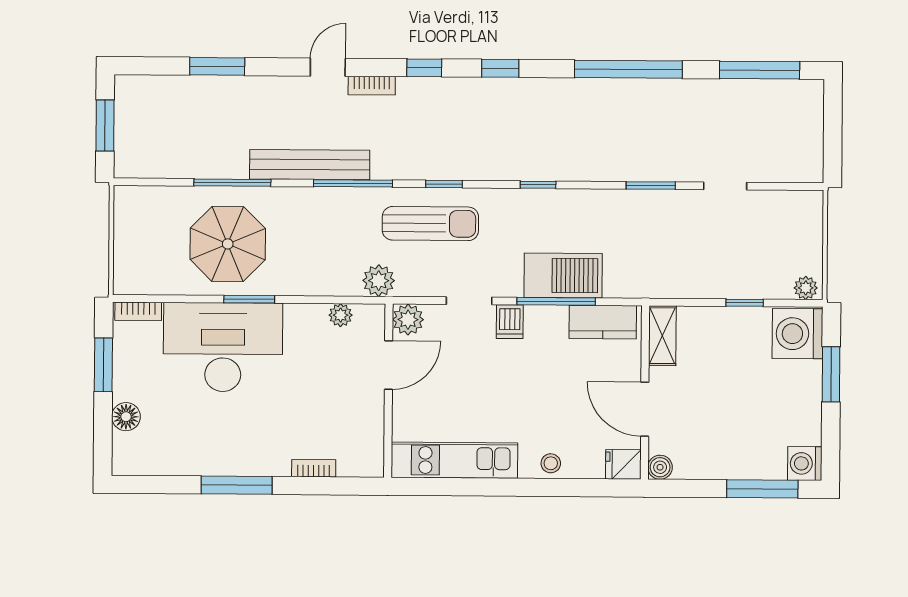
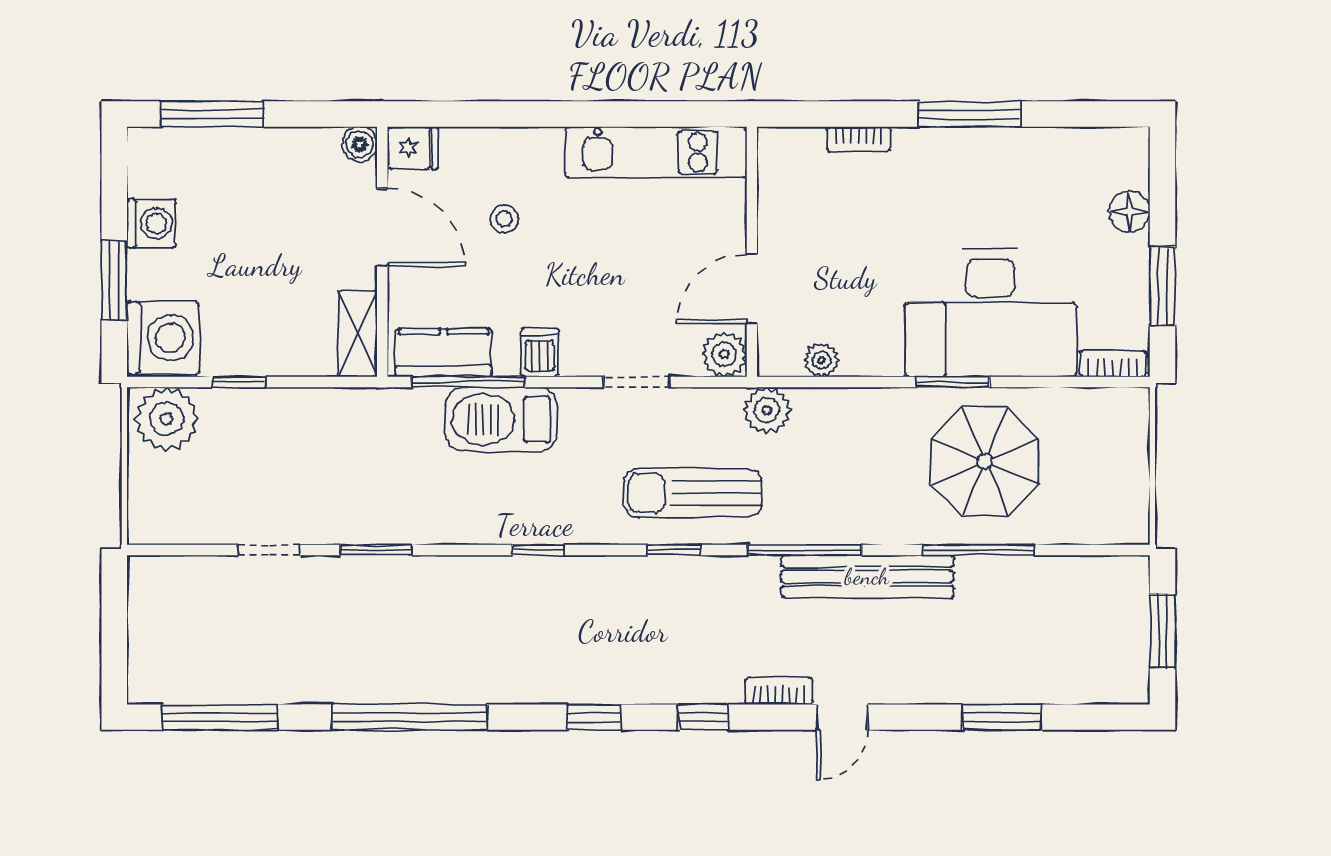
plant: (806, 288) -> (167, 419), width x1.88, depth x1.88
window: (556, 301) -> (468, 382), moved
dishwasher: (510, 322) -> (540, 352), moved
stool: (551, 463) -> (504, 219), moved
washing machine: (805, 463) -> (151, 223), moved

